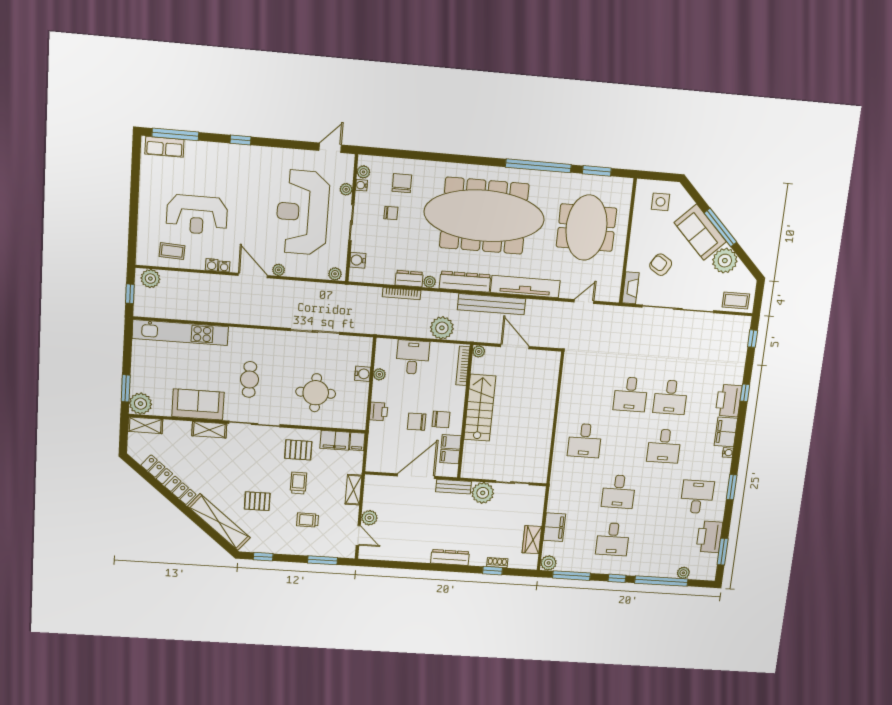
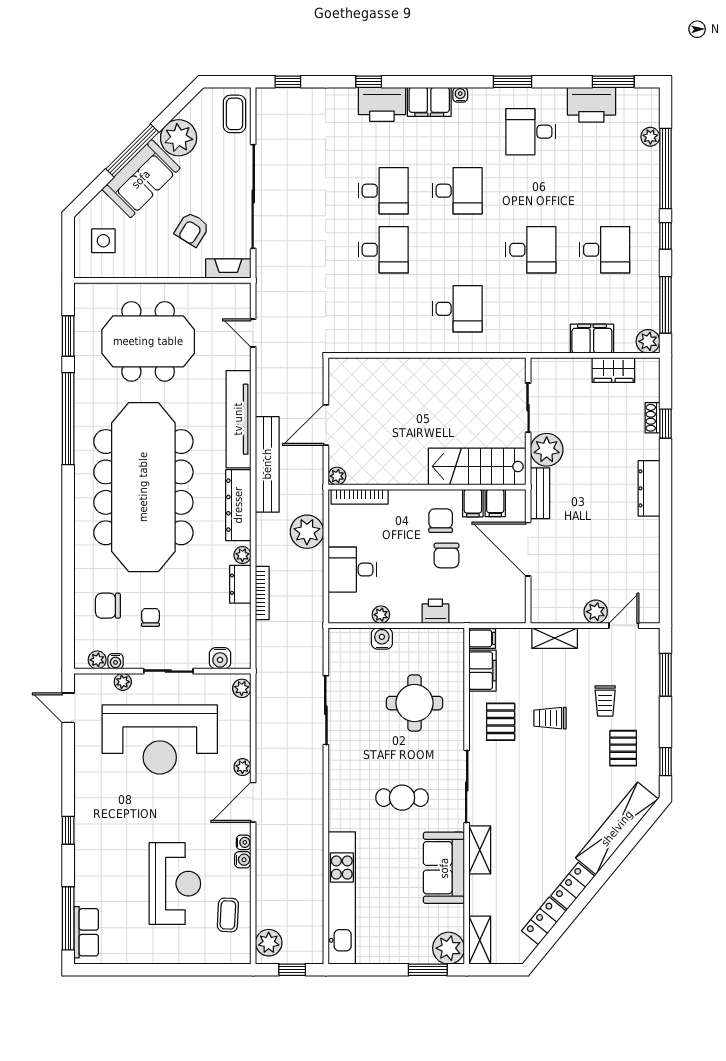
stairs: (480, 408) -> (477, 466), moved
pallet: (257, 501) -> (623, 748), moved

